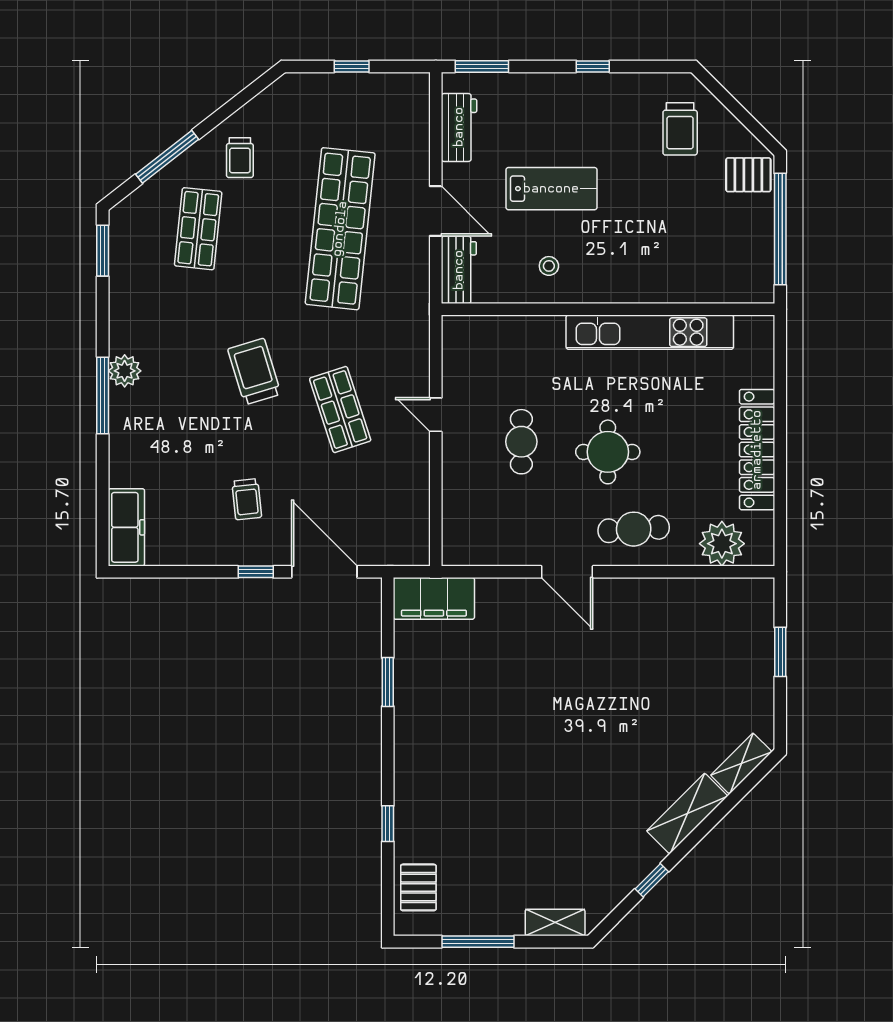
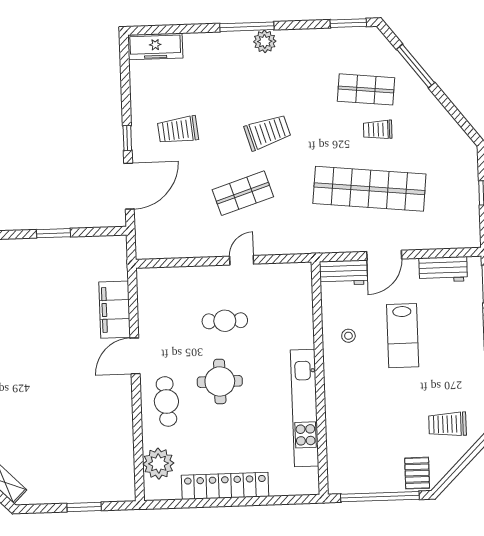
trolley: (240, 158) -> (378, 130), moved
trolley: (247, 499) -> (178, 130), width x1.36, depth x1.39
filing cabinet: (434, 598) -> (115, 310), moved

